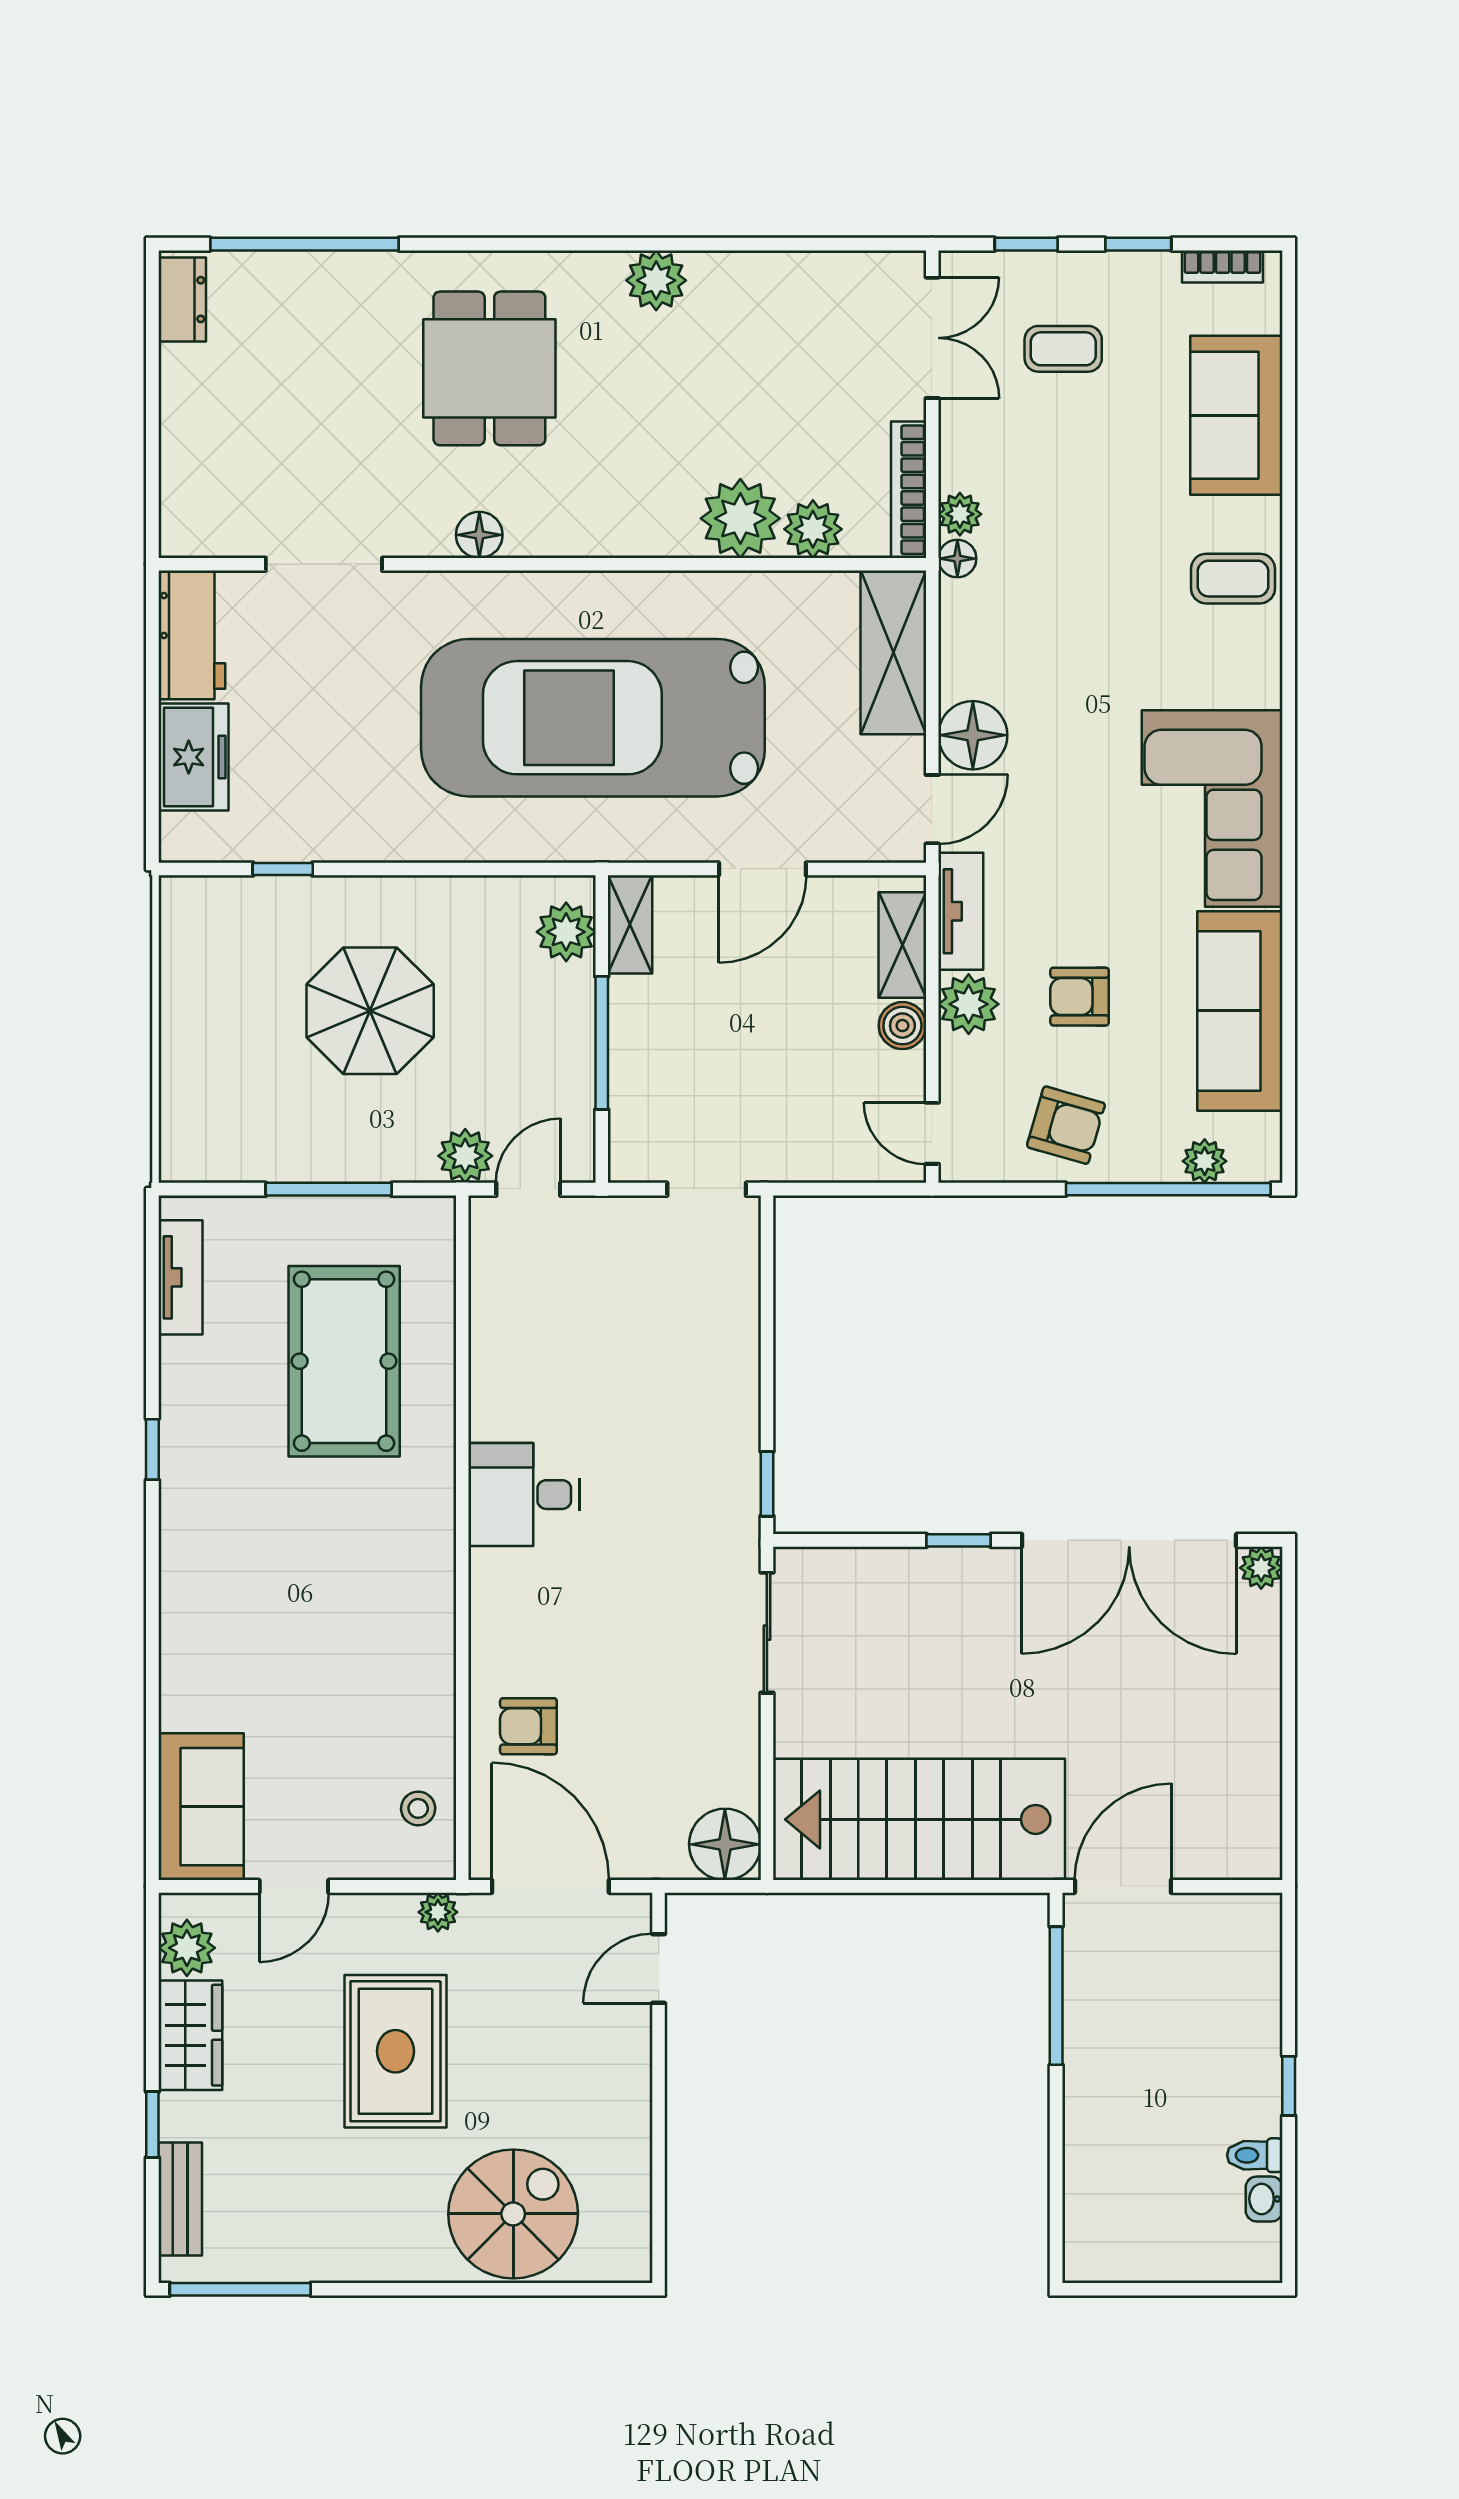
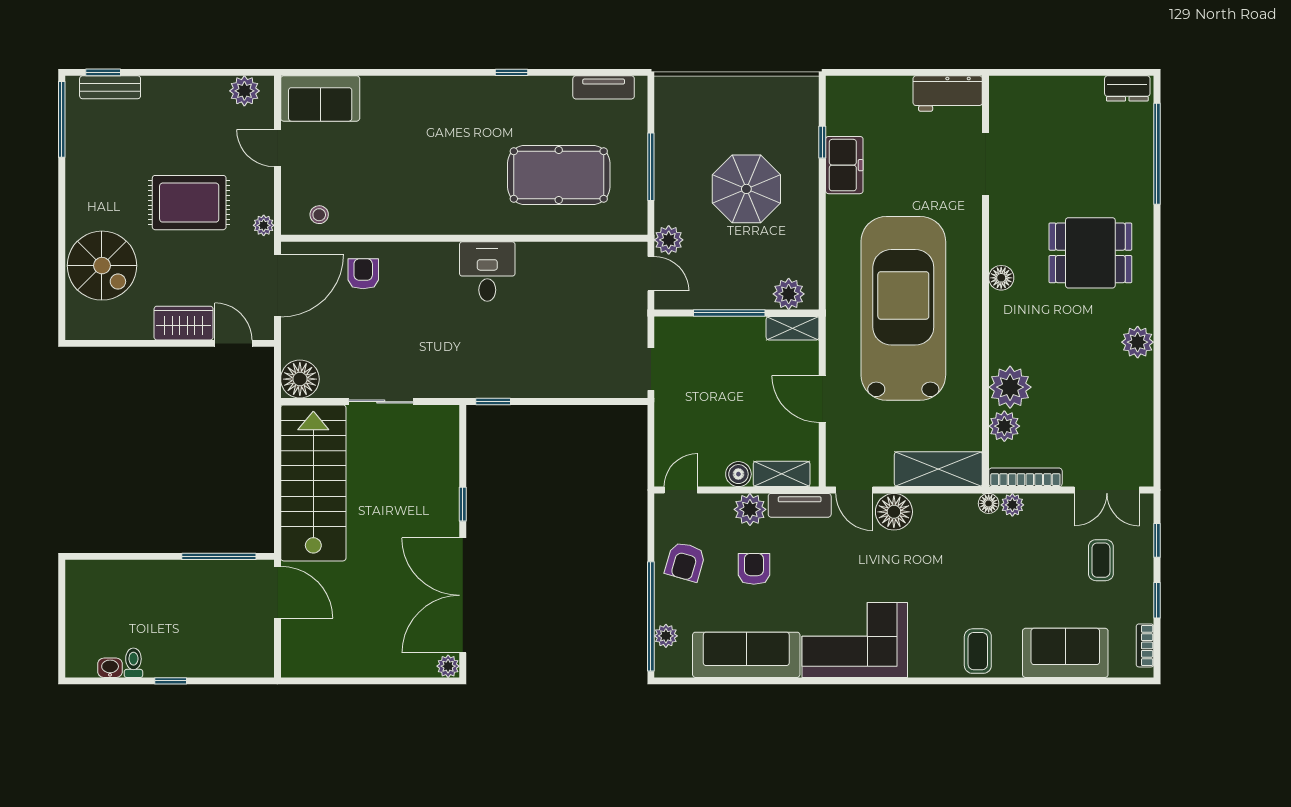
floor lamp: (479, 535) -> (1001, 278), moved
freezer: (193, 757) -> (844, 165), moved, turned -90
sliding door: (767, 1633) -> (381, 402), moved
wardrobe: (190, 2035) -> (184, 323), moved, turned 180
window: (152, 2125) -> (103, 72), moved

